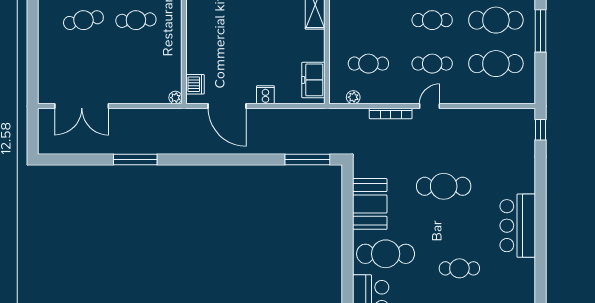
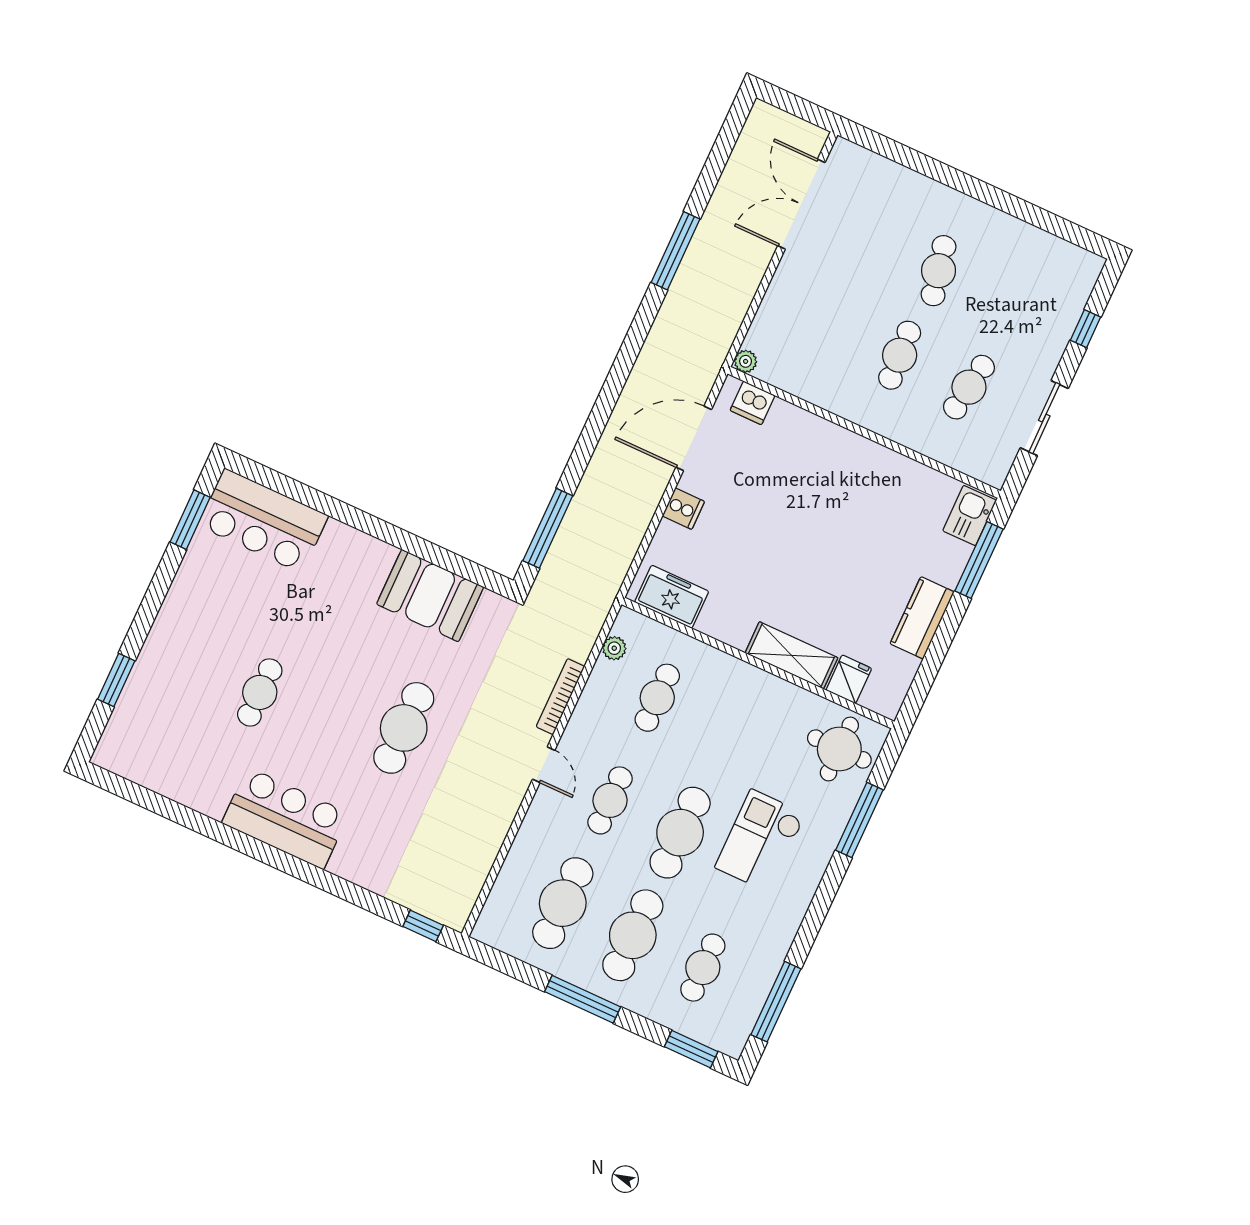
cafe table: (432, 20) -> (680, 833), width x1.37, depth x1.35
cafe table: (386, 254) -> (338, 584), removed

